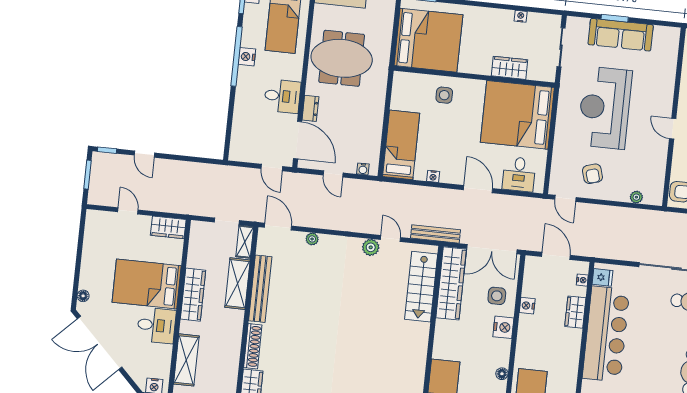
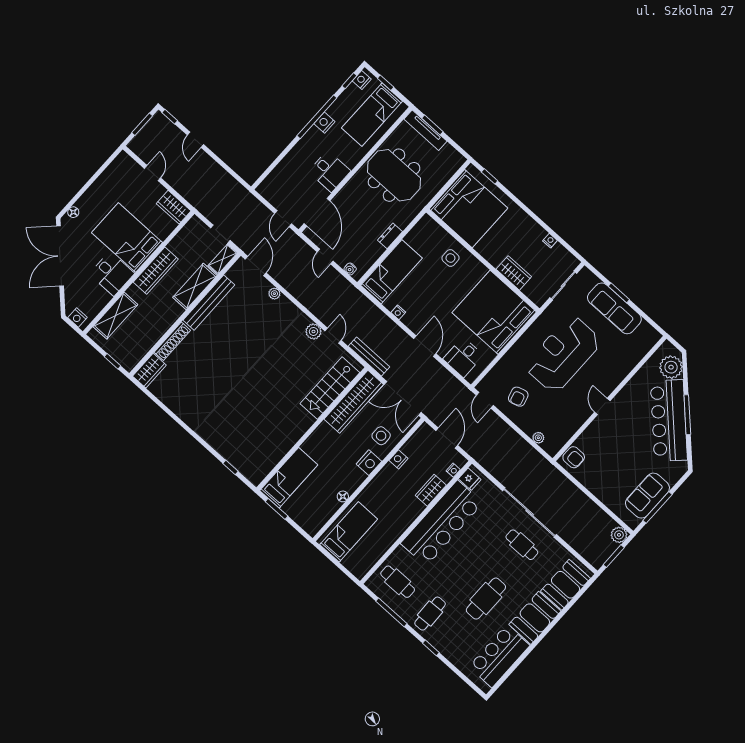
dresser: (310, 108) -> (390, 236), moved, turned 180

